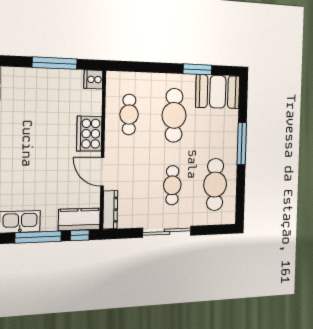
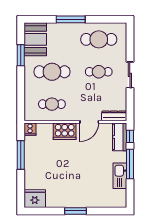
sliding door: (167, 232) -> (130, 75), width x0.73

